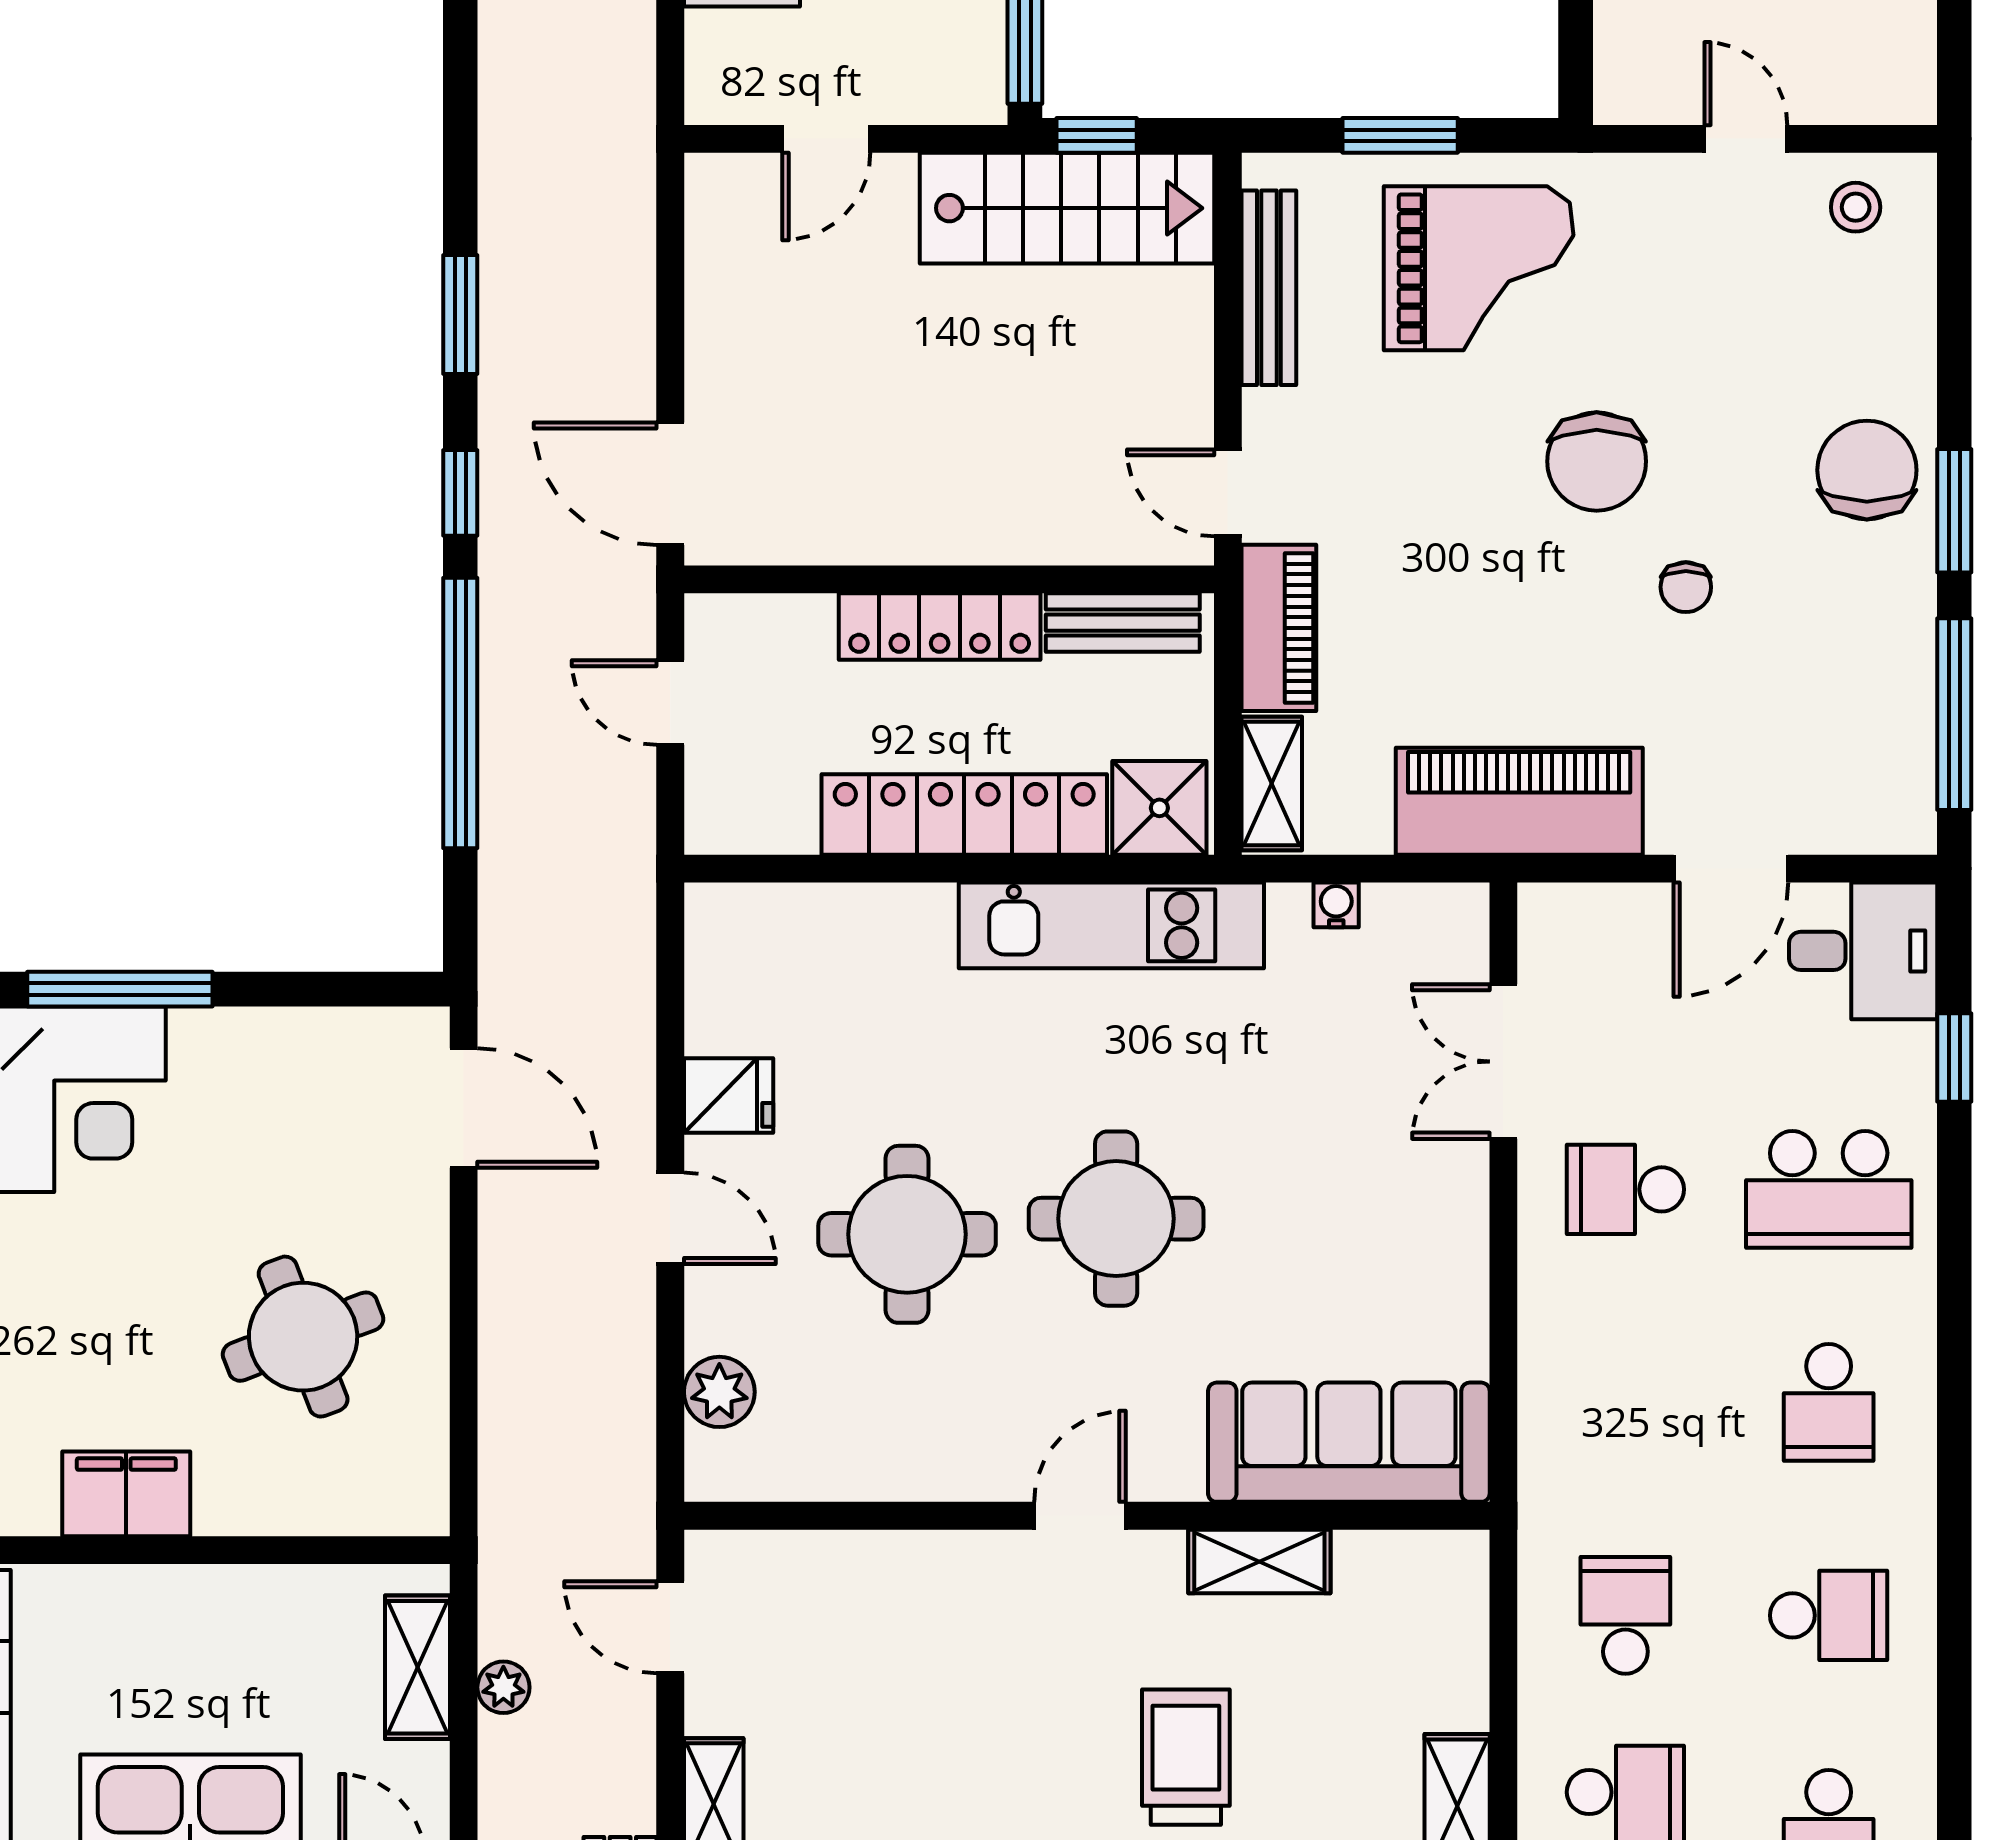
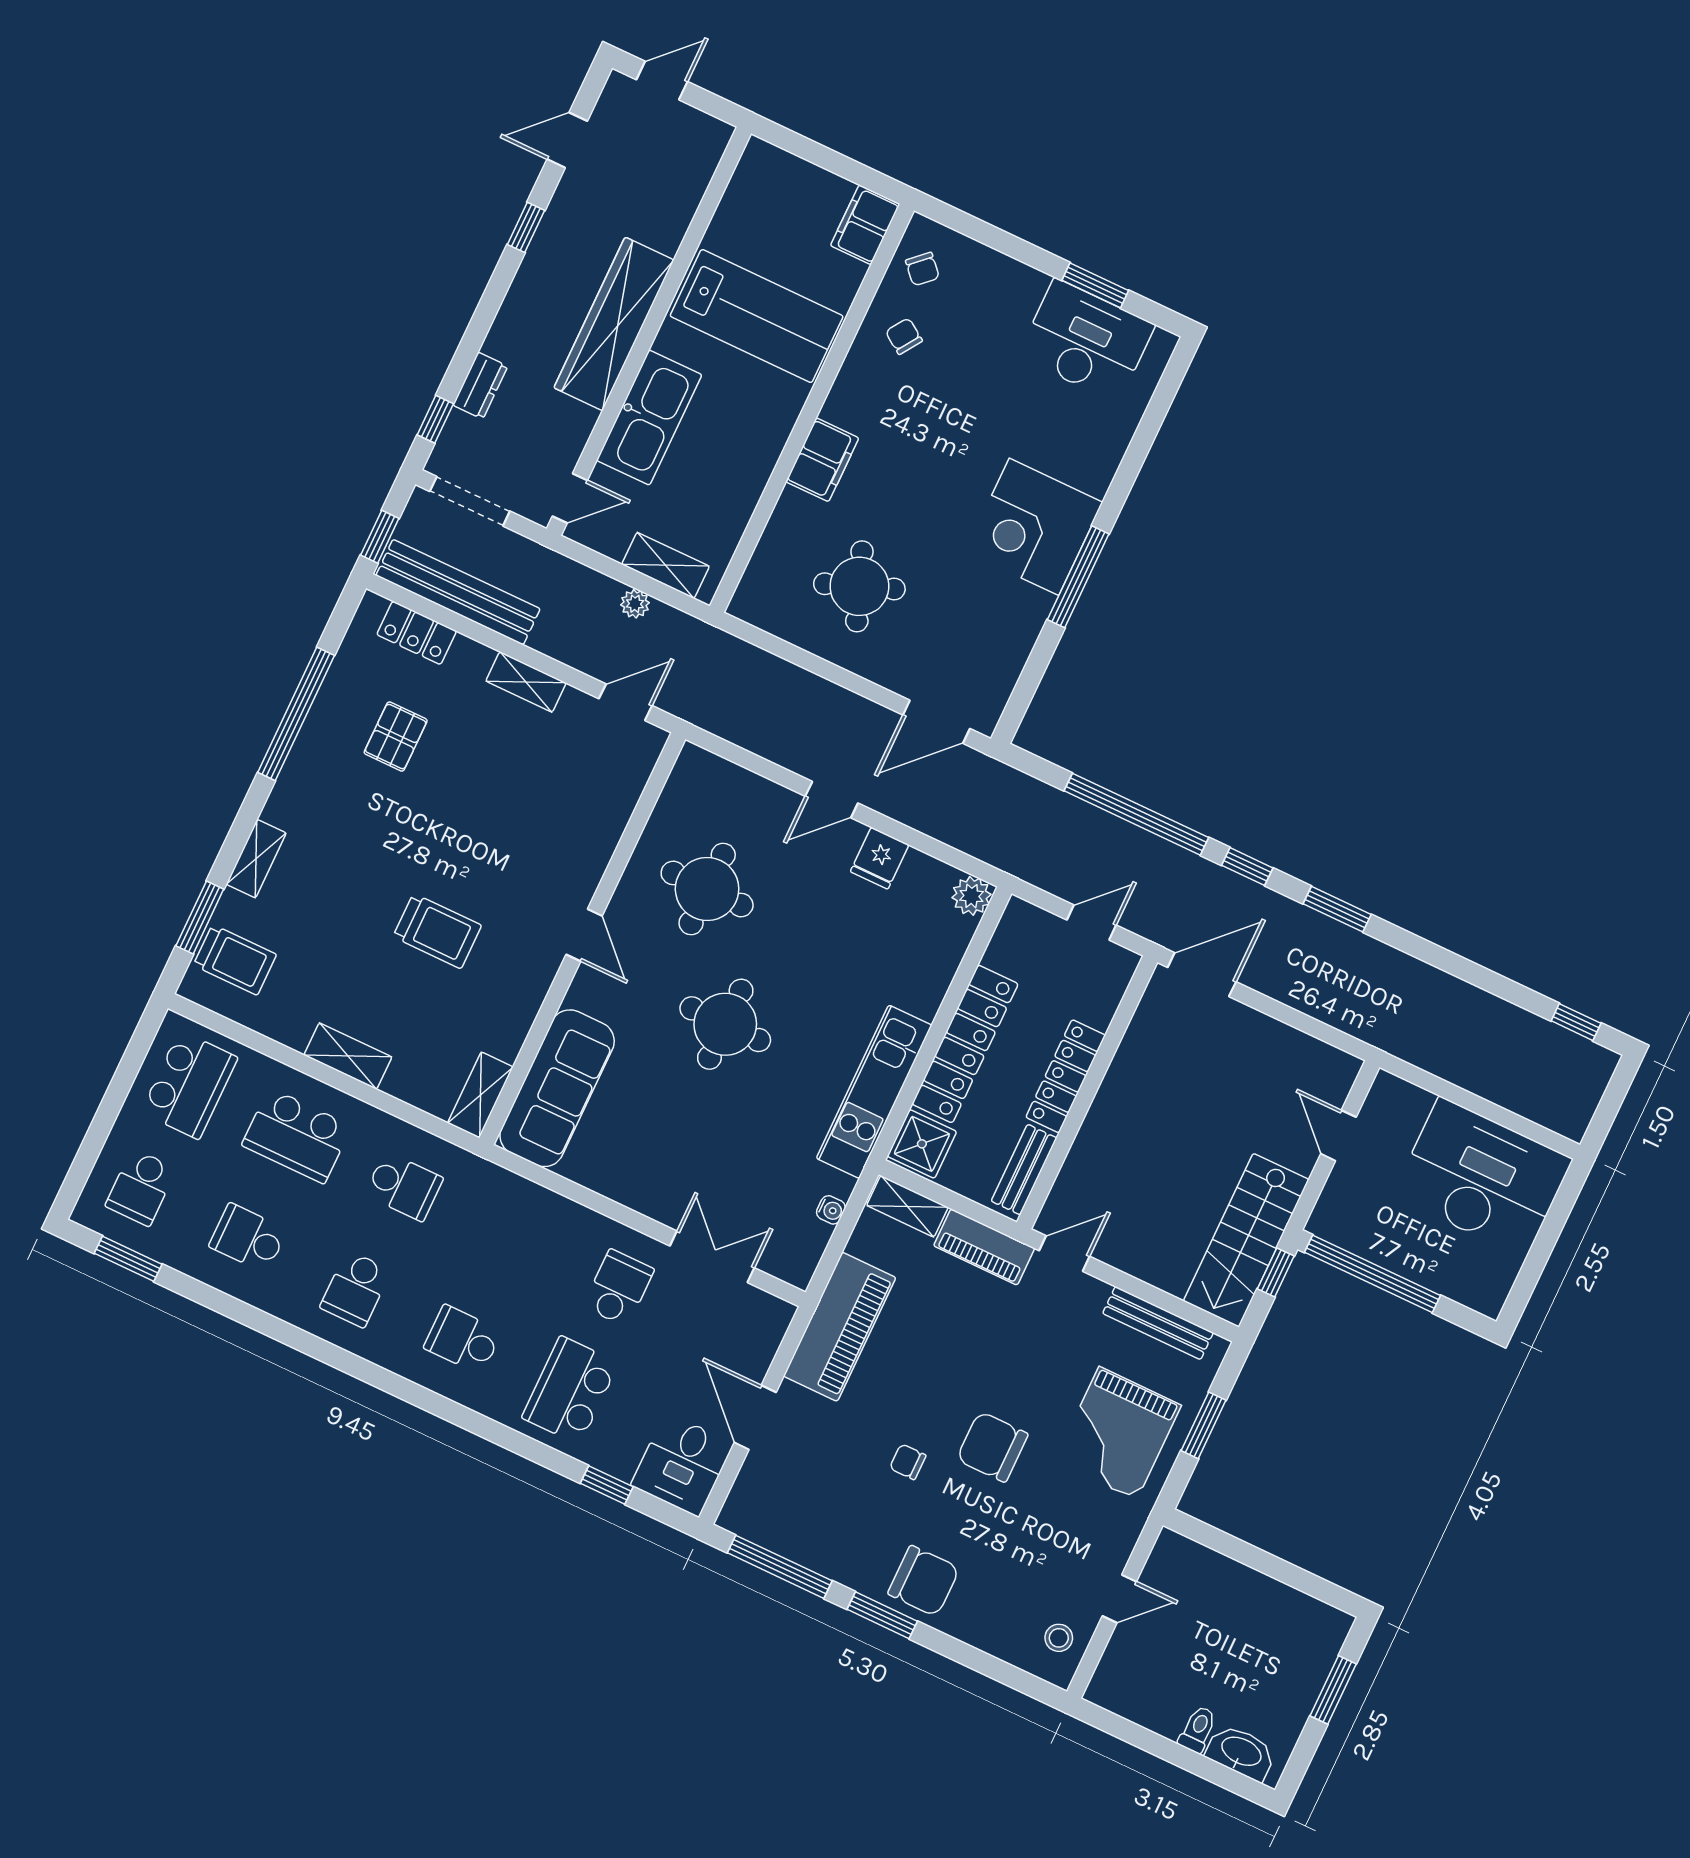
round table: (907, 1234) -> (707, 889), moved
plant: (719, 1392) -> (971, 896), moved
shelving: (1259, 1561) -> (480, 1095), moved

